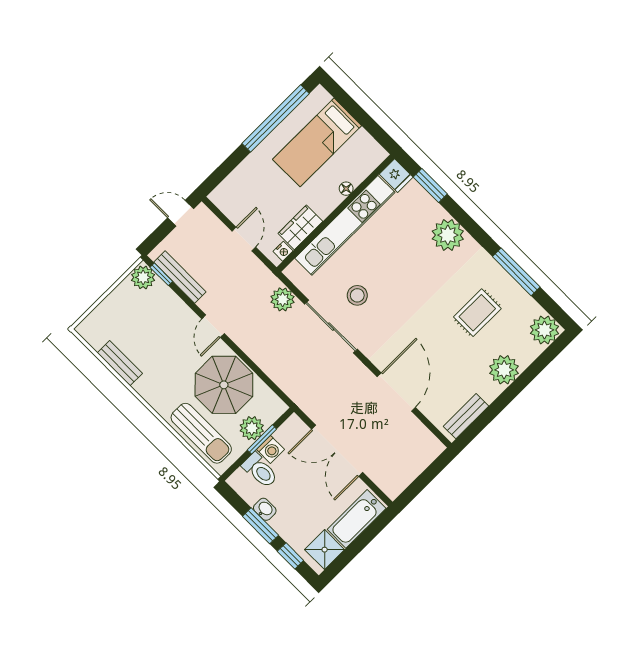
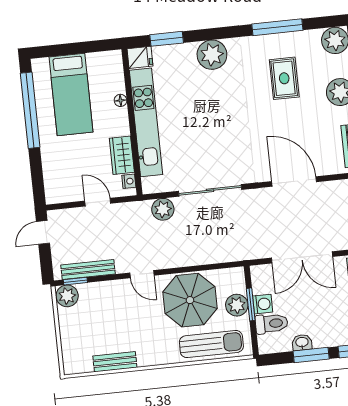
stool: (357, 295) -> (203, 154), removed

